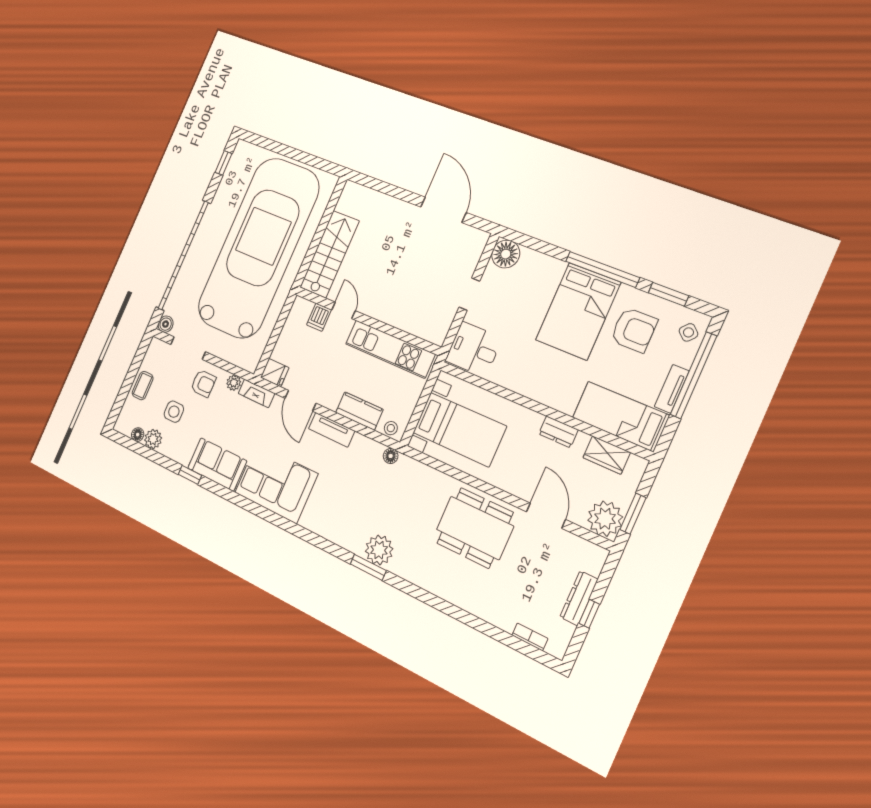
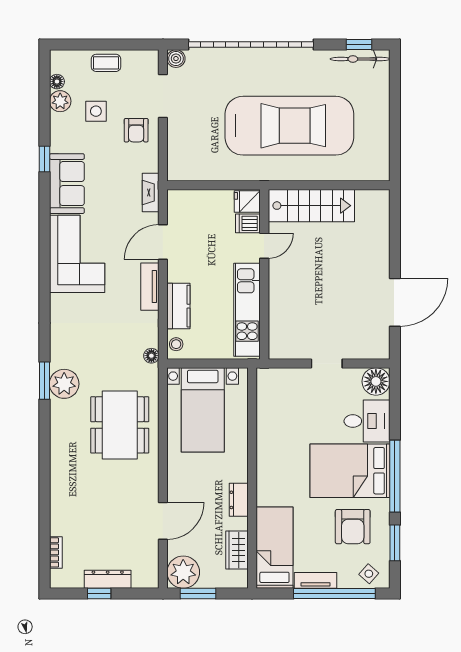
bicycle: (235, 166) -> (360, 59), added
car: (258, 248) -> (289, 126), width x0.73, depth x0.67
desk: (474, 349) -> (367, 421), moved, turned 90
fridge: (275, 373) -> (247, 202), moved, turned 90
plant: (234, 383) -> (151, 163), removed
dining table: (475, 528) -> (120, 425), moved

